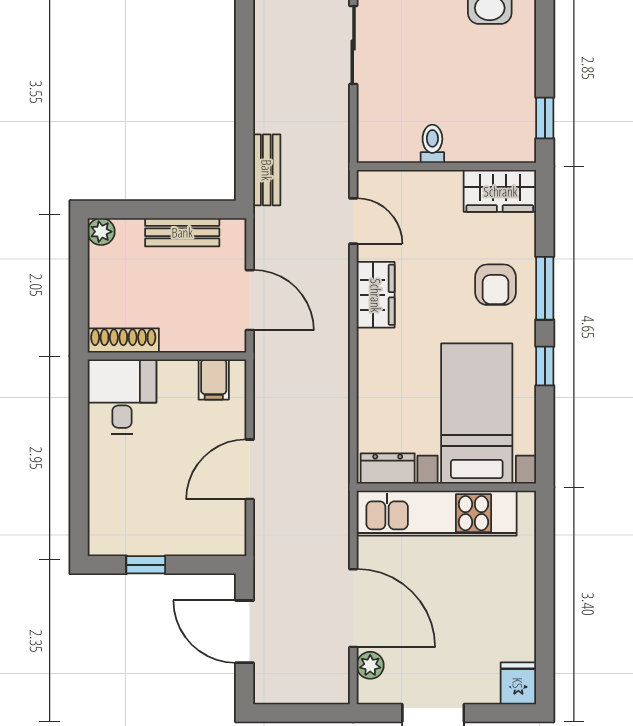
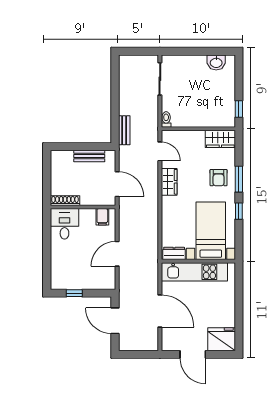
toilet: (432, 144) -> (166, 120), moved
plant: (101, 232) -> (56, 156), removed
plant: (370, 665) -> (167, 335), removed
fridge: (518, 683) -> (222, 339), width x1.88, depth x1.34

